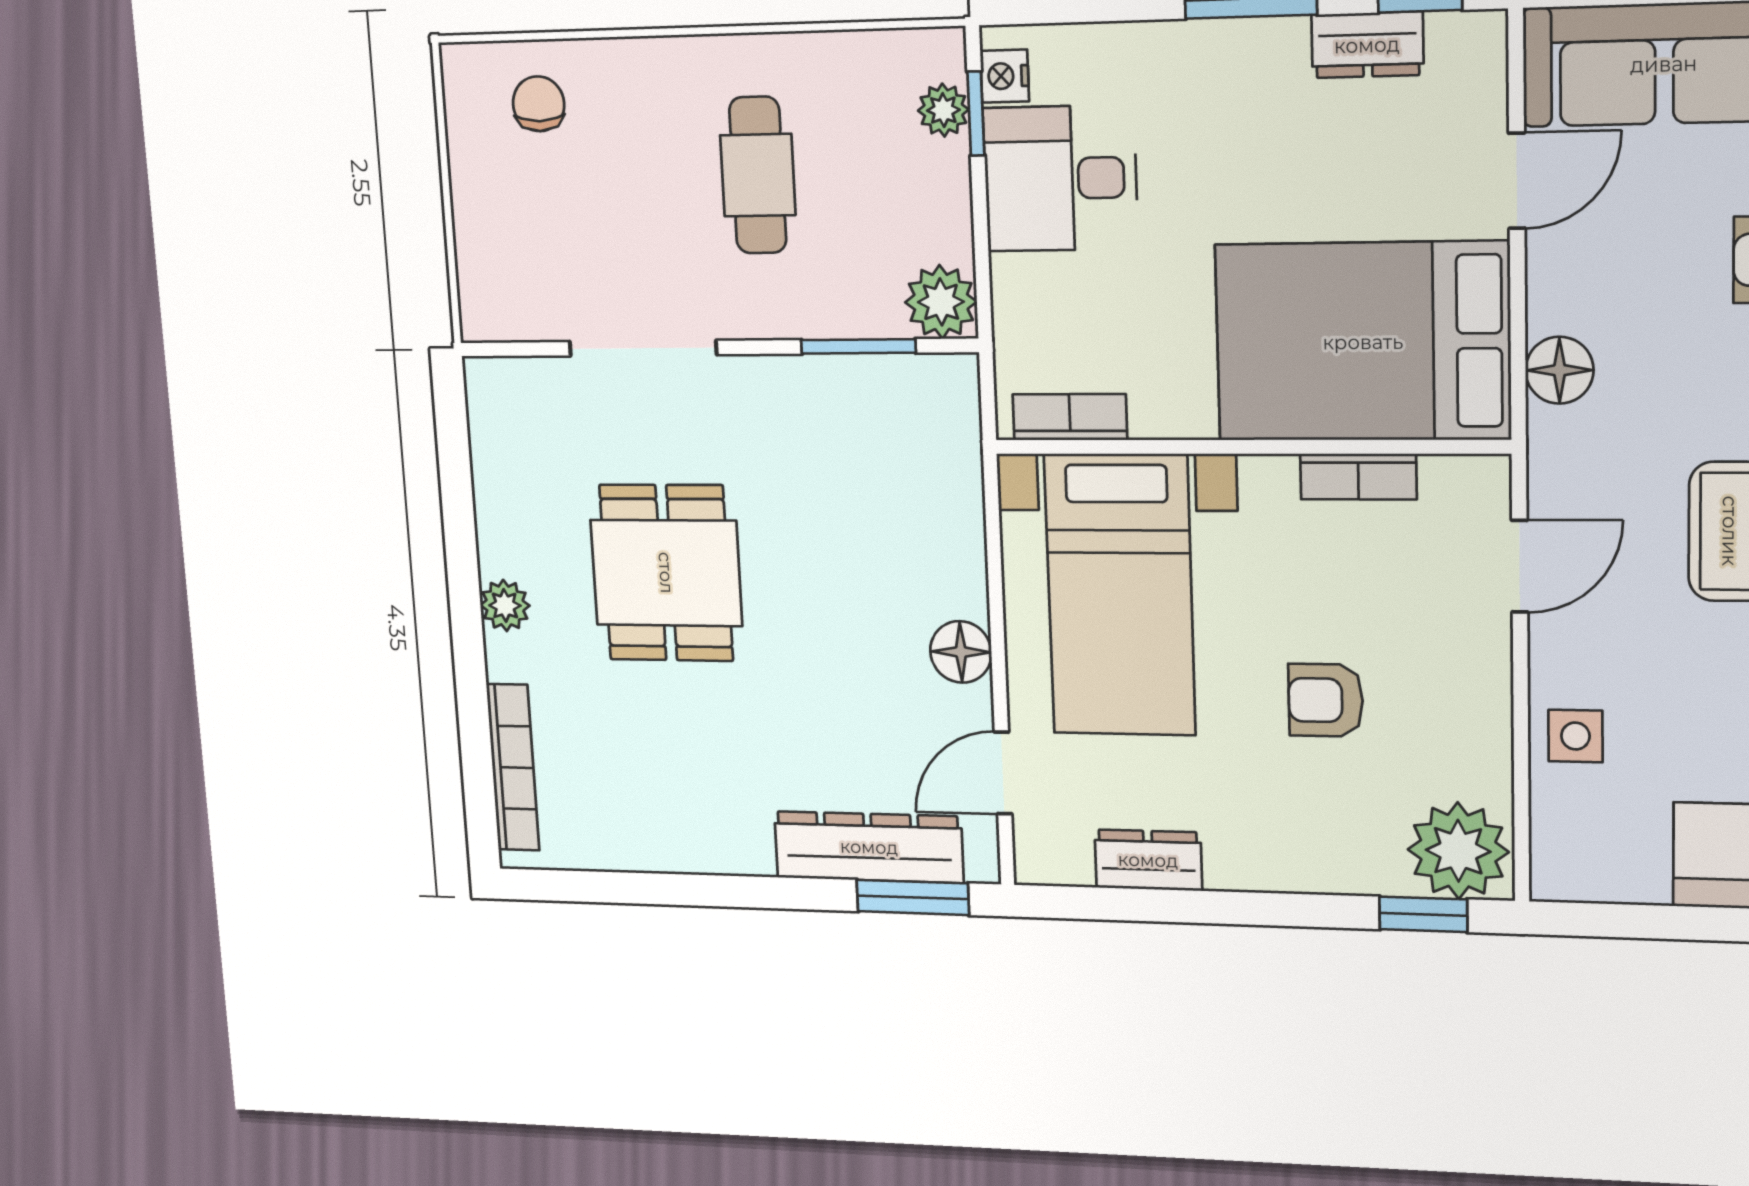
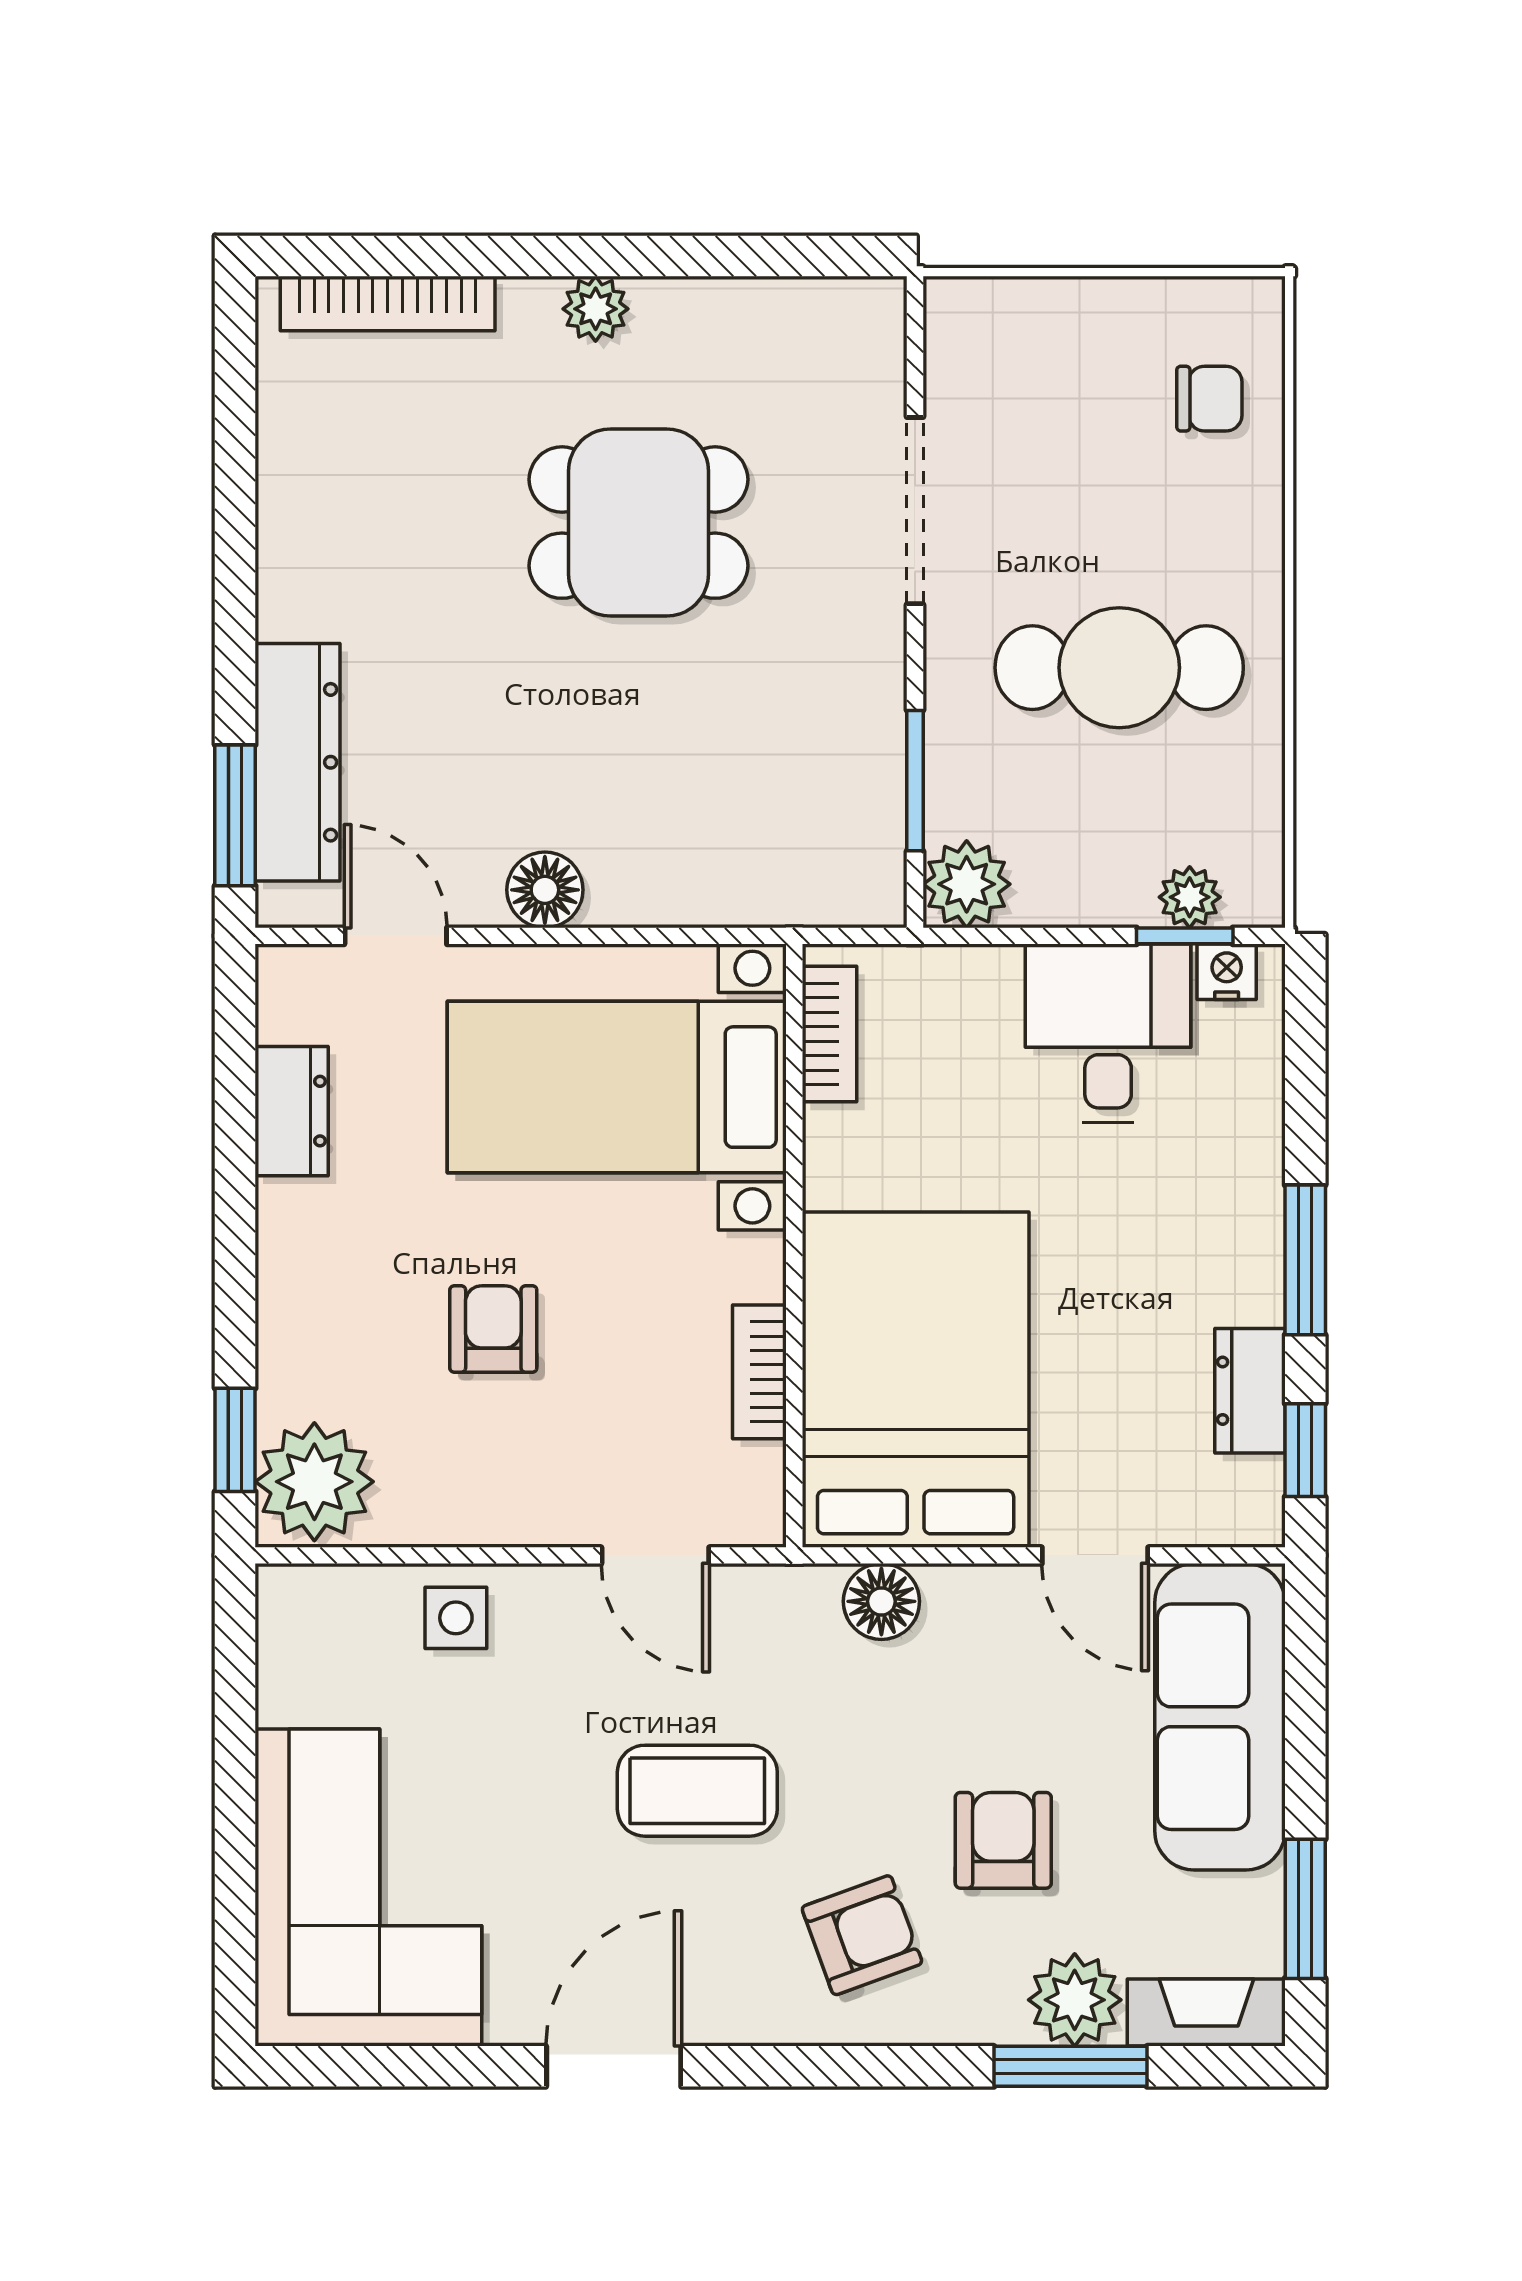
cafe table: (758, 175) -> (1119, 668), width x1.37, depth x1.35

